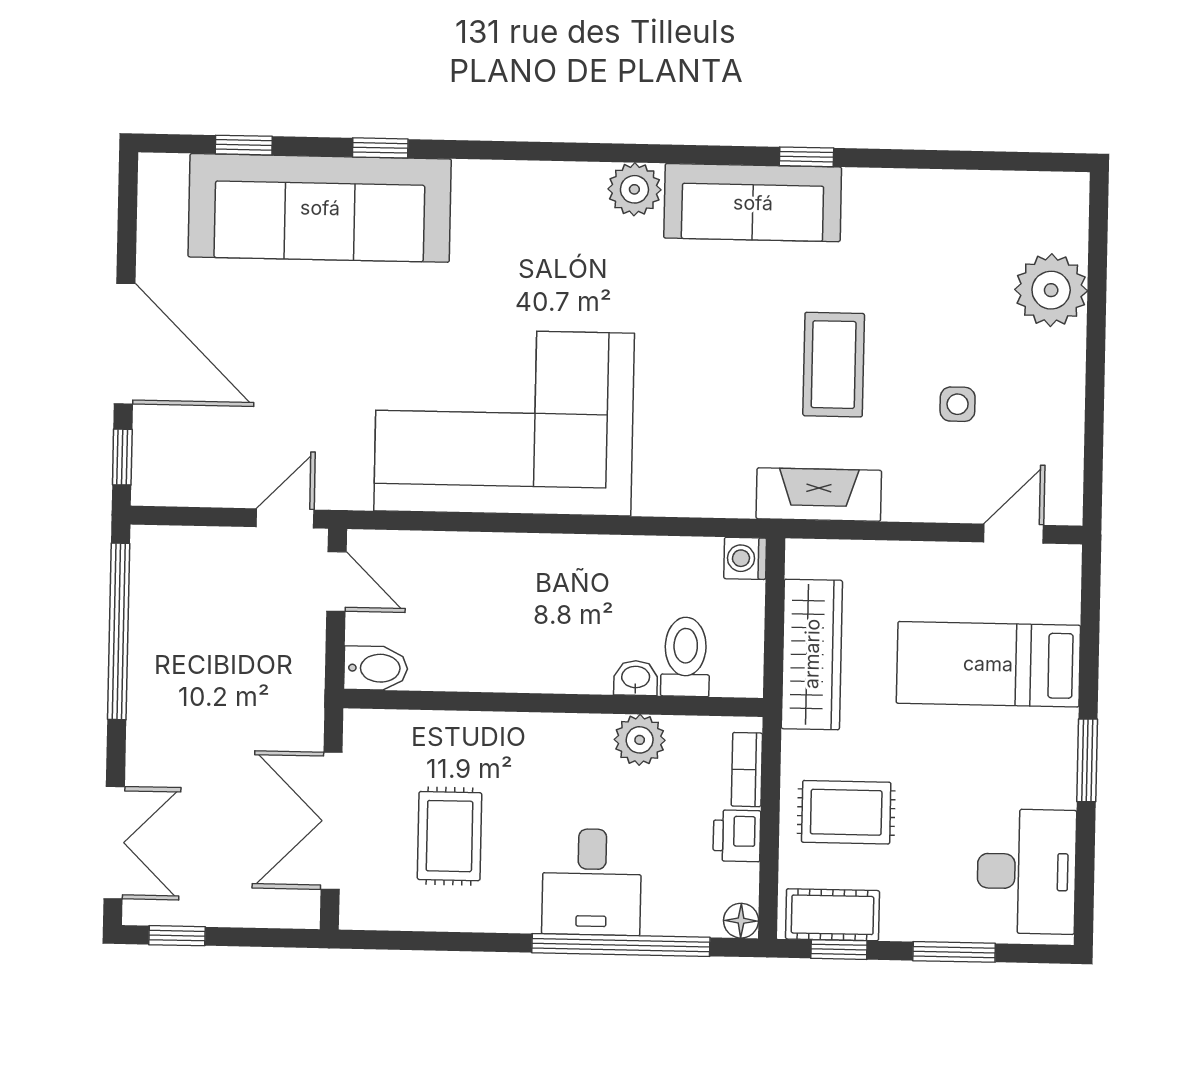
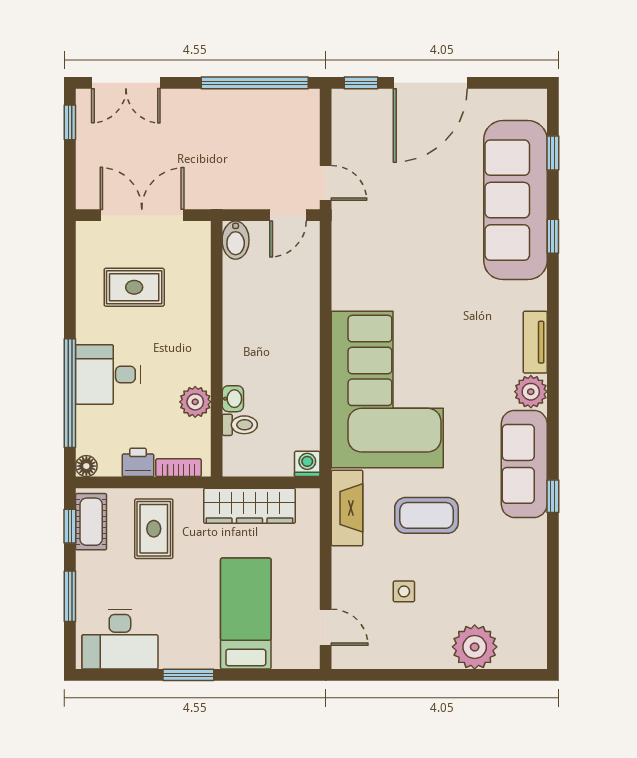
tv unit: (553, 180) -> (535, 342), added
corner sofa: (504, 422) -> (387, 389), moved
toilet: (685, 657) -> (240, 425), width x0.73, depth x0.72

